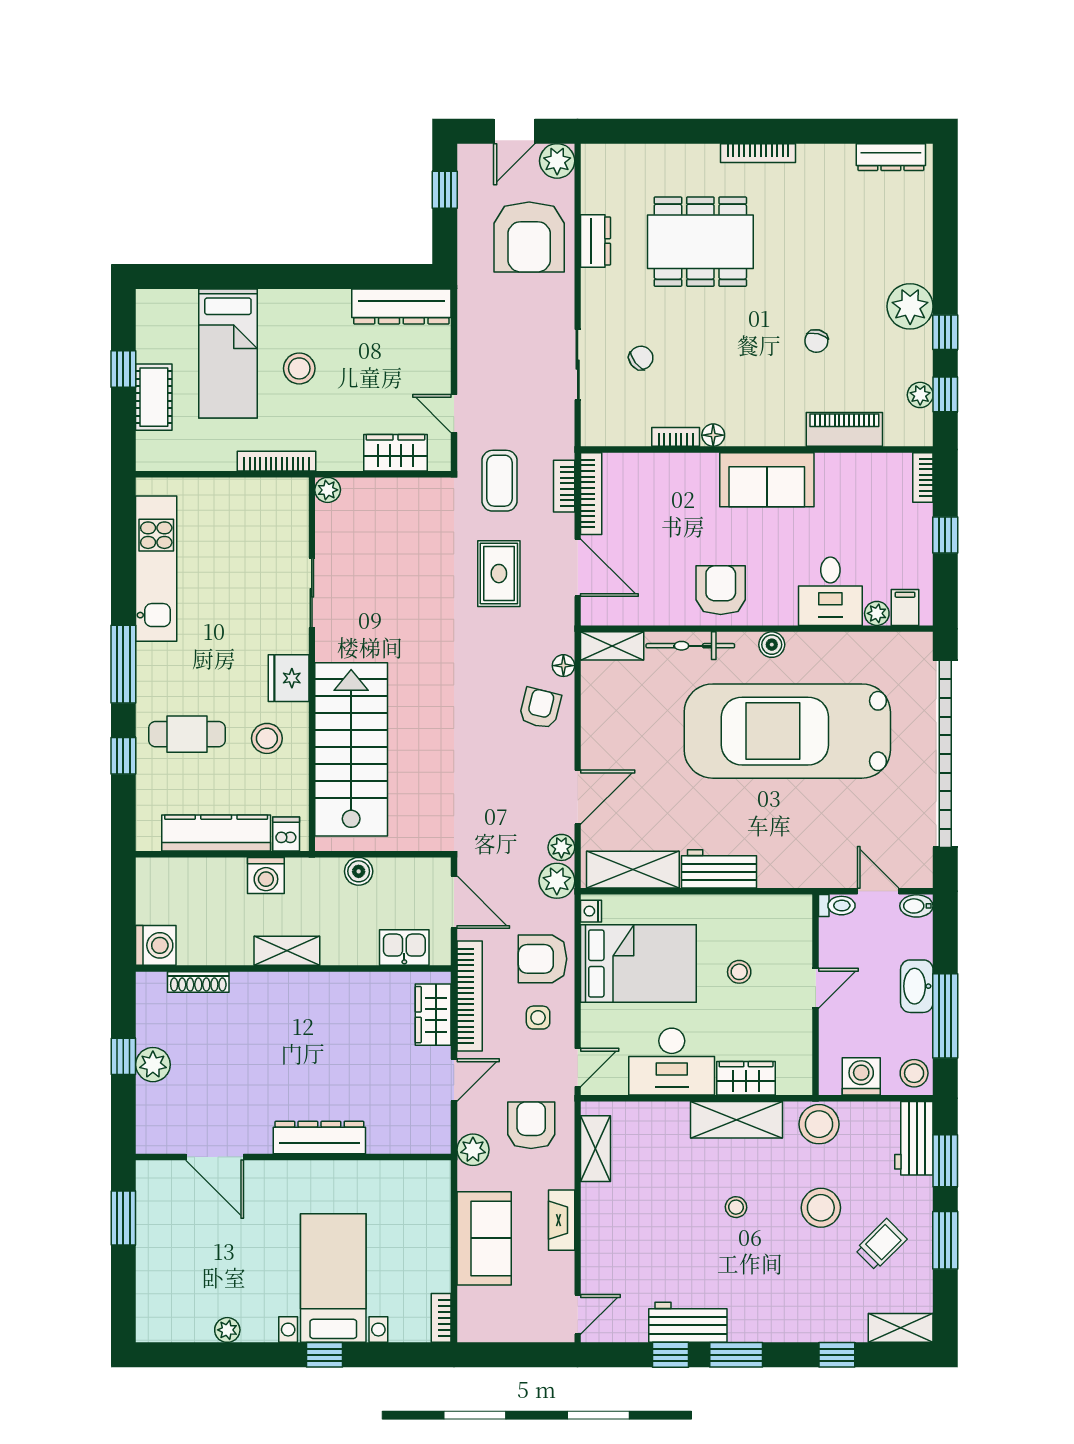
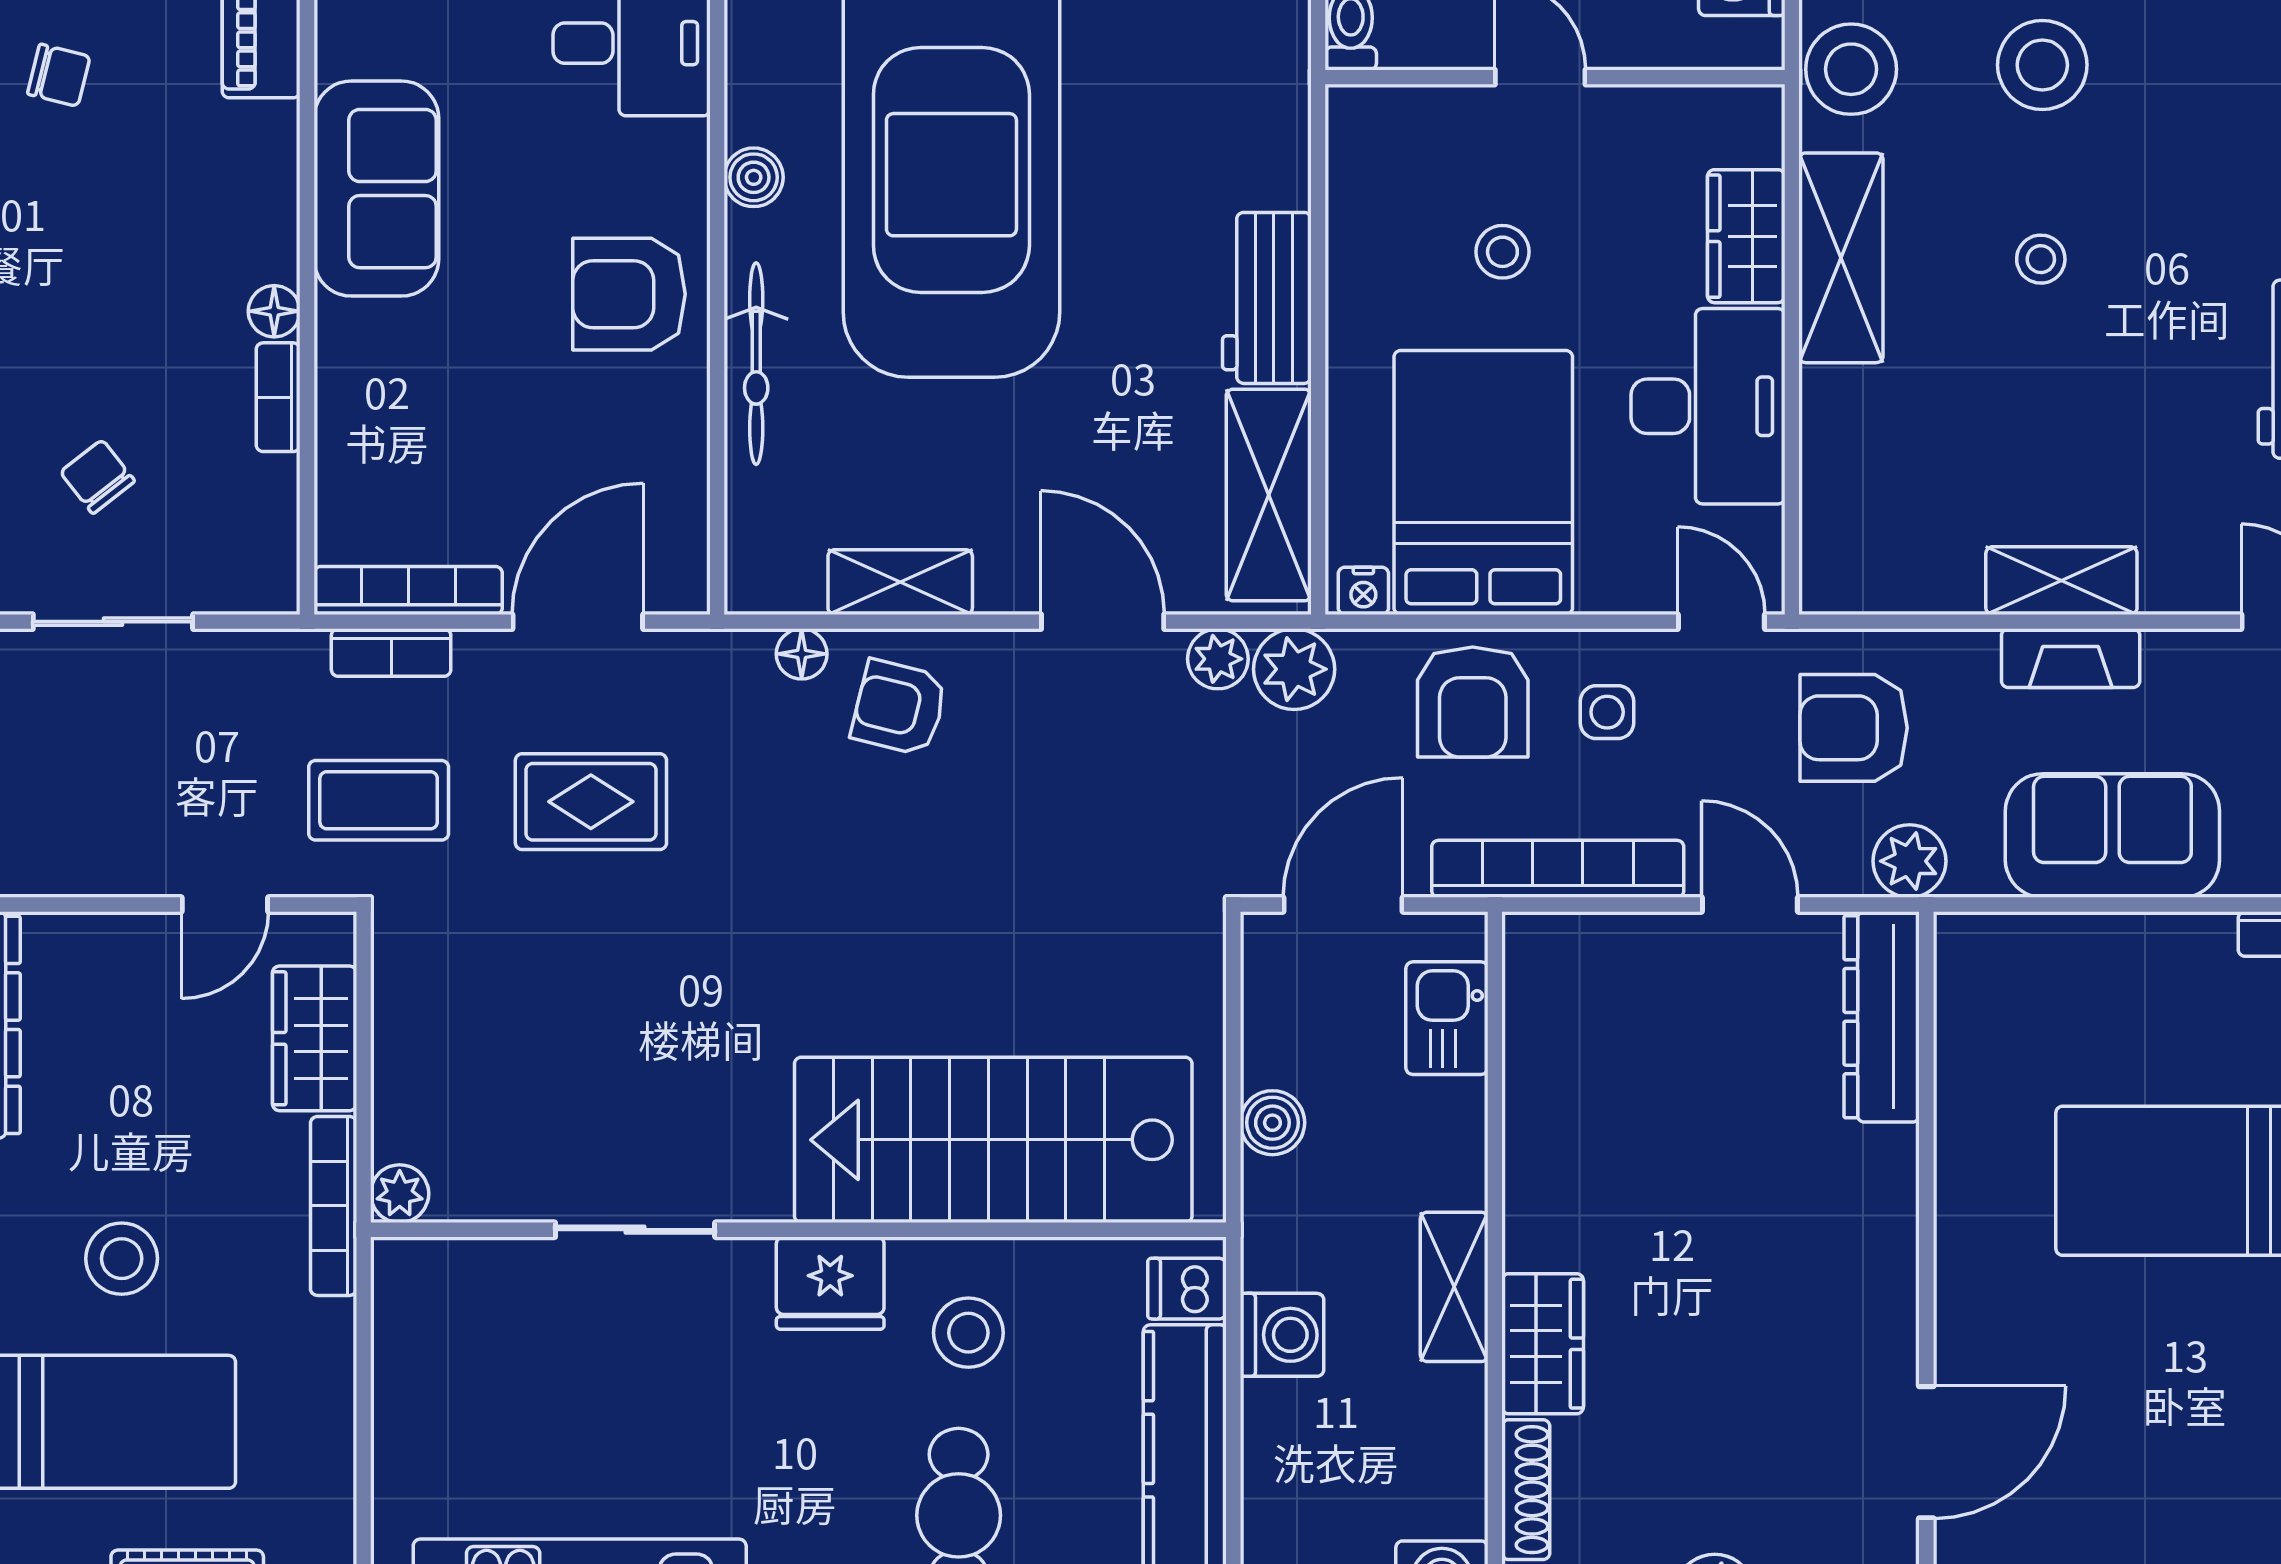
bookcase: (276, 461) -> (334, 1206), moved
shelving: (612, 646) -> (900, 582), moved, turned 90
wardrobe: (433, 1015) -> (1543, 1344), moved, turned -90
dresser: (319, 1138) -> (1882, 1017), moved
shelving: (596, 1149) -> (2061, 581), moved

